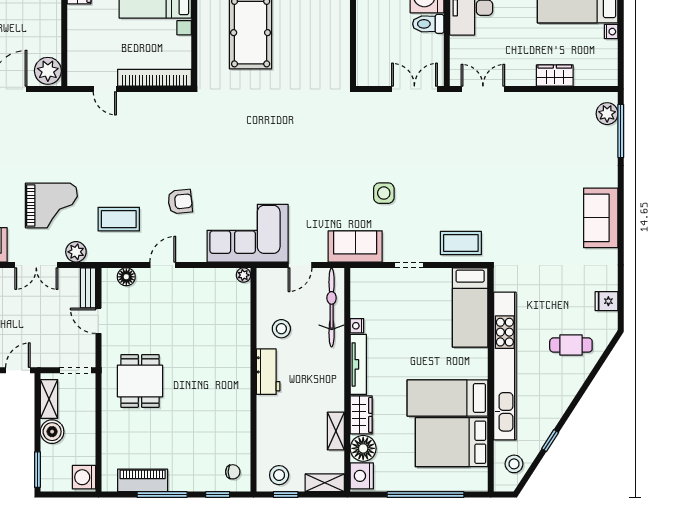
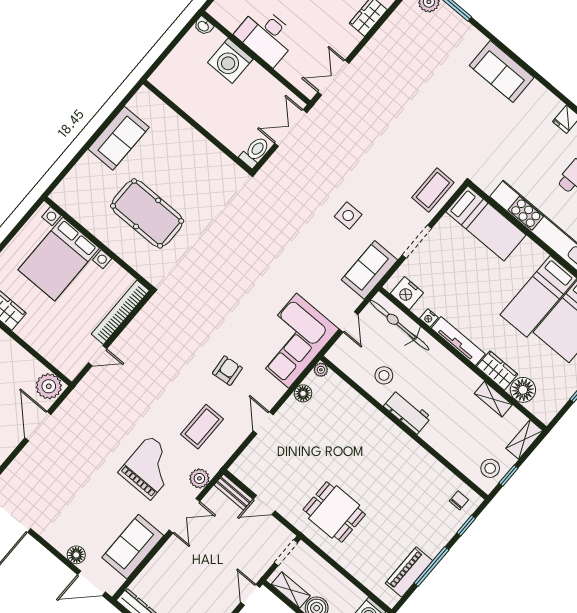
toilet: (428, 24) -> (255, 152), moved, turned 180
doorway: (409, 265) -> (417, 242), width x1.38
floor lamp: (126, 277) -> (303, 393), moved
nightstand: (362, 476) -> (407, 293), moved

